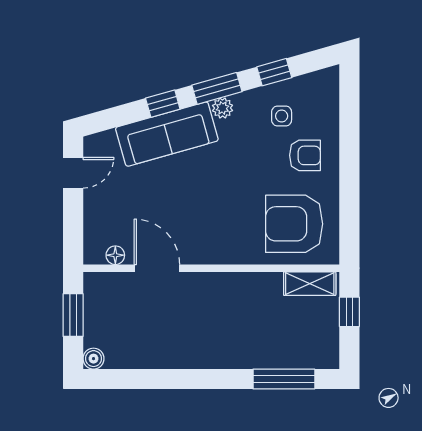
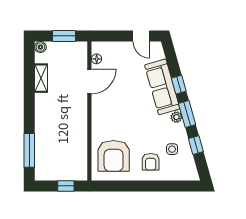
armchair: (294, 224) -> (114, 156), turned 180
shelving: (310, 284) -> (41, 78), moved

